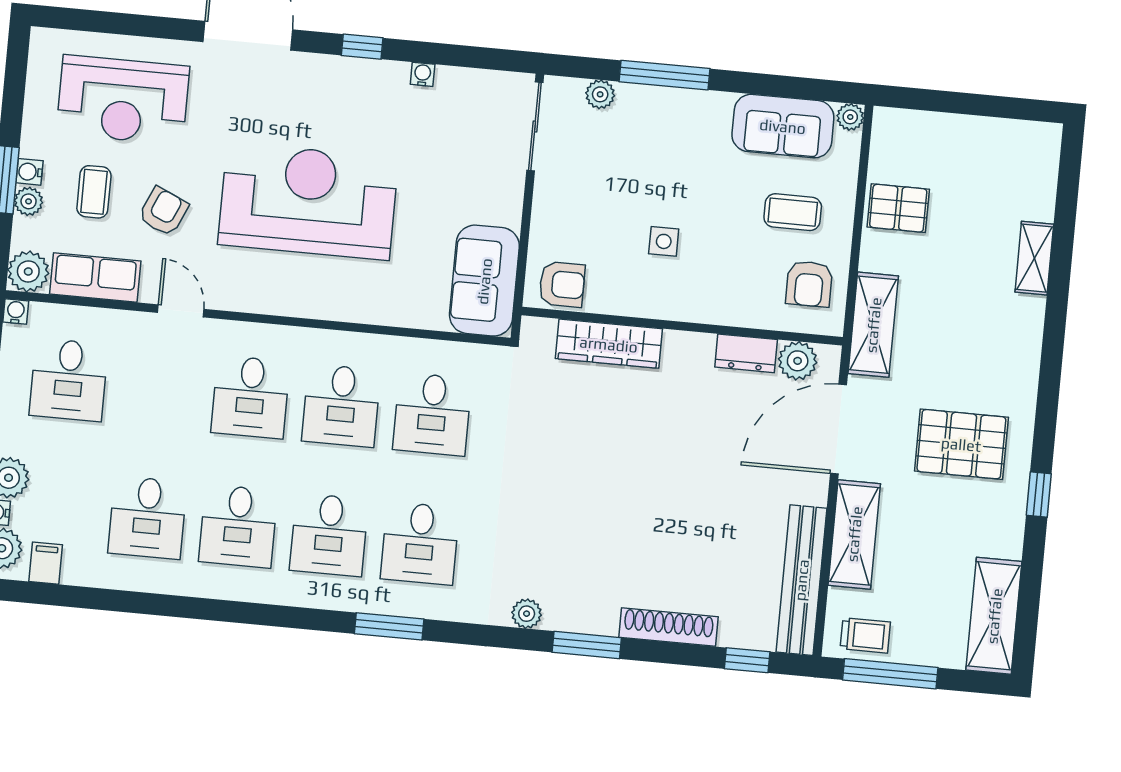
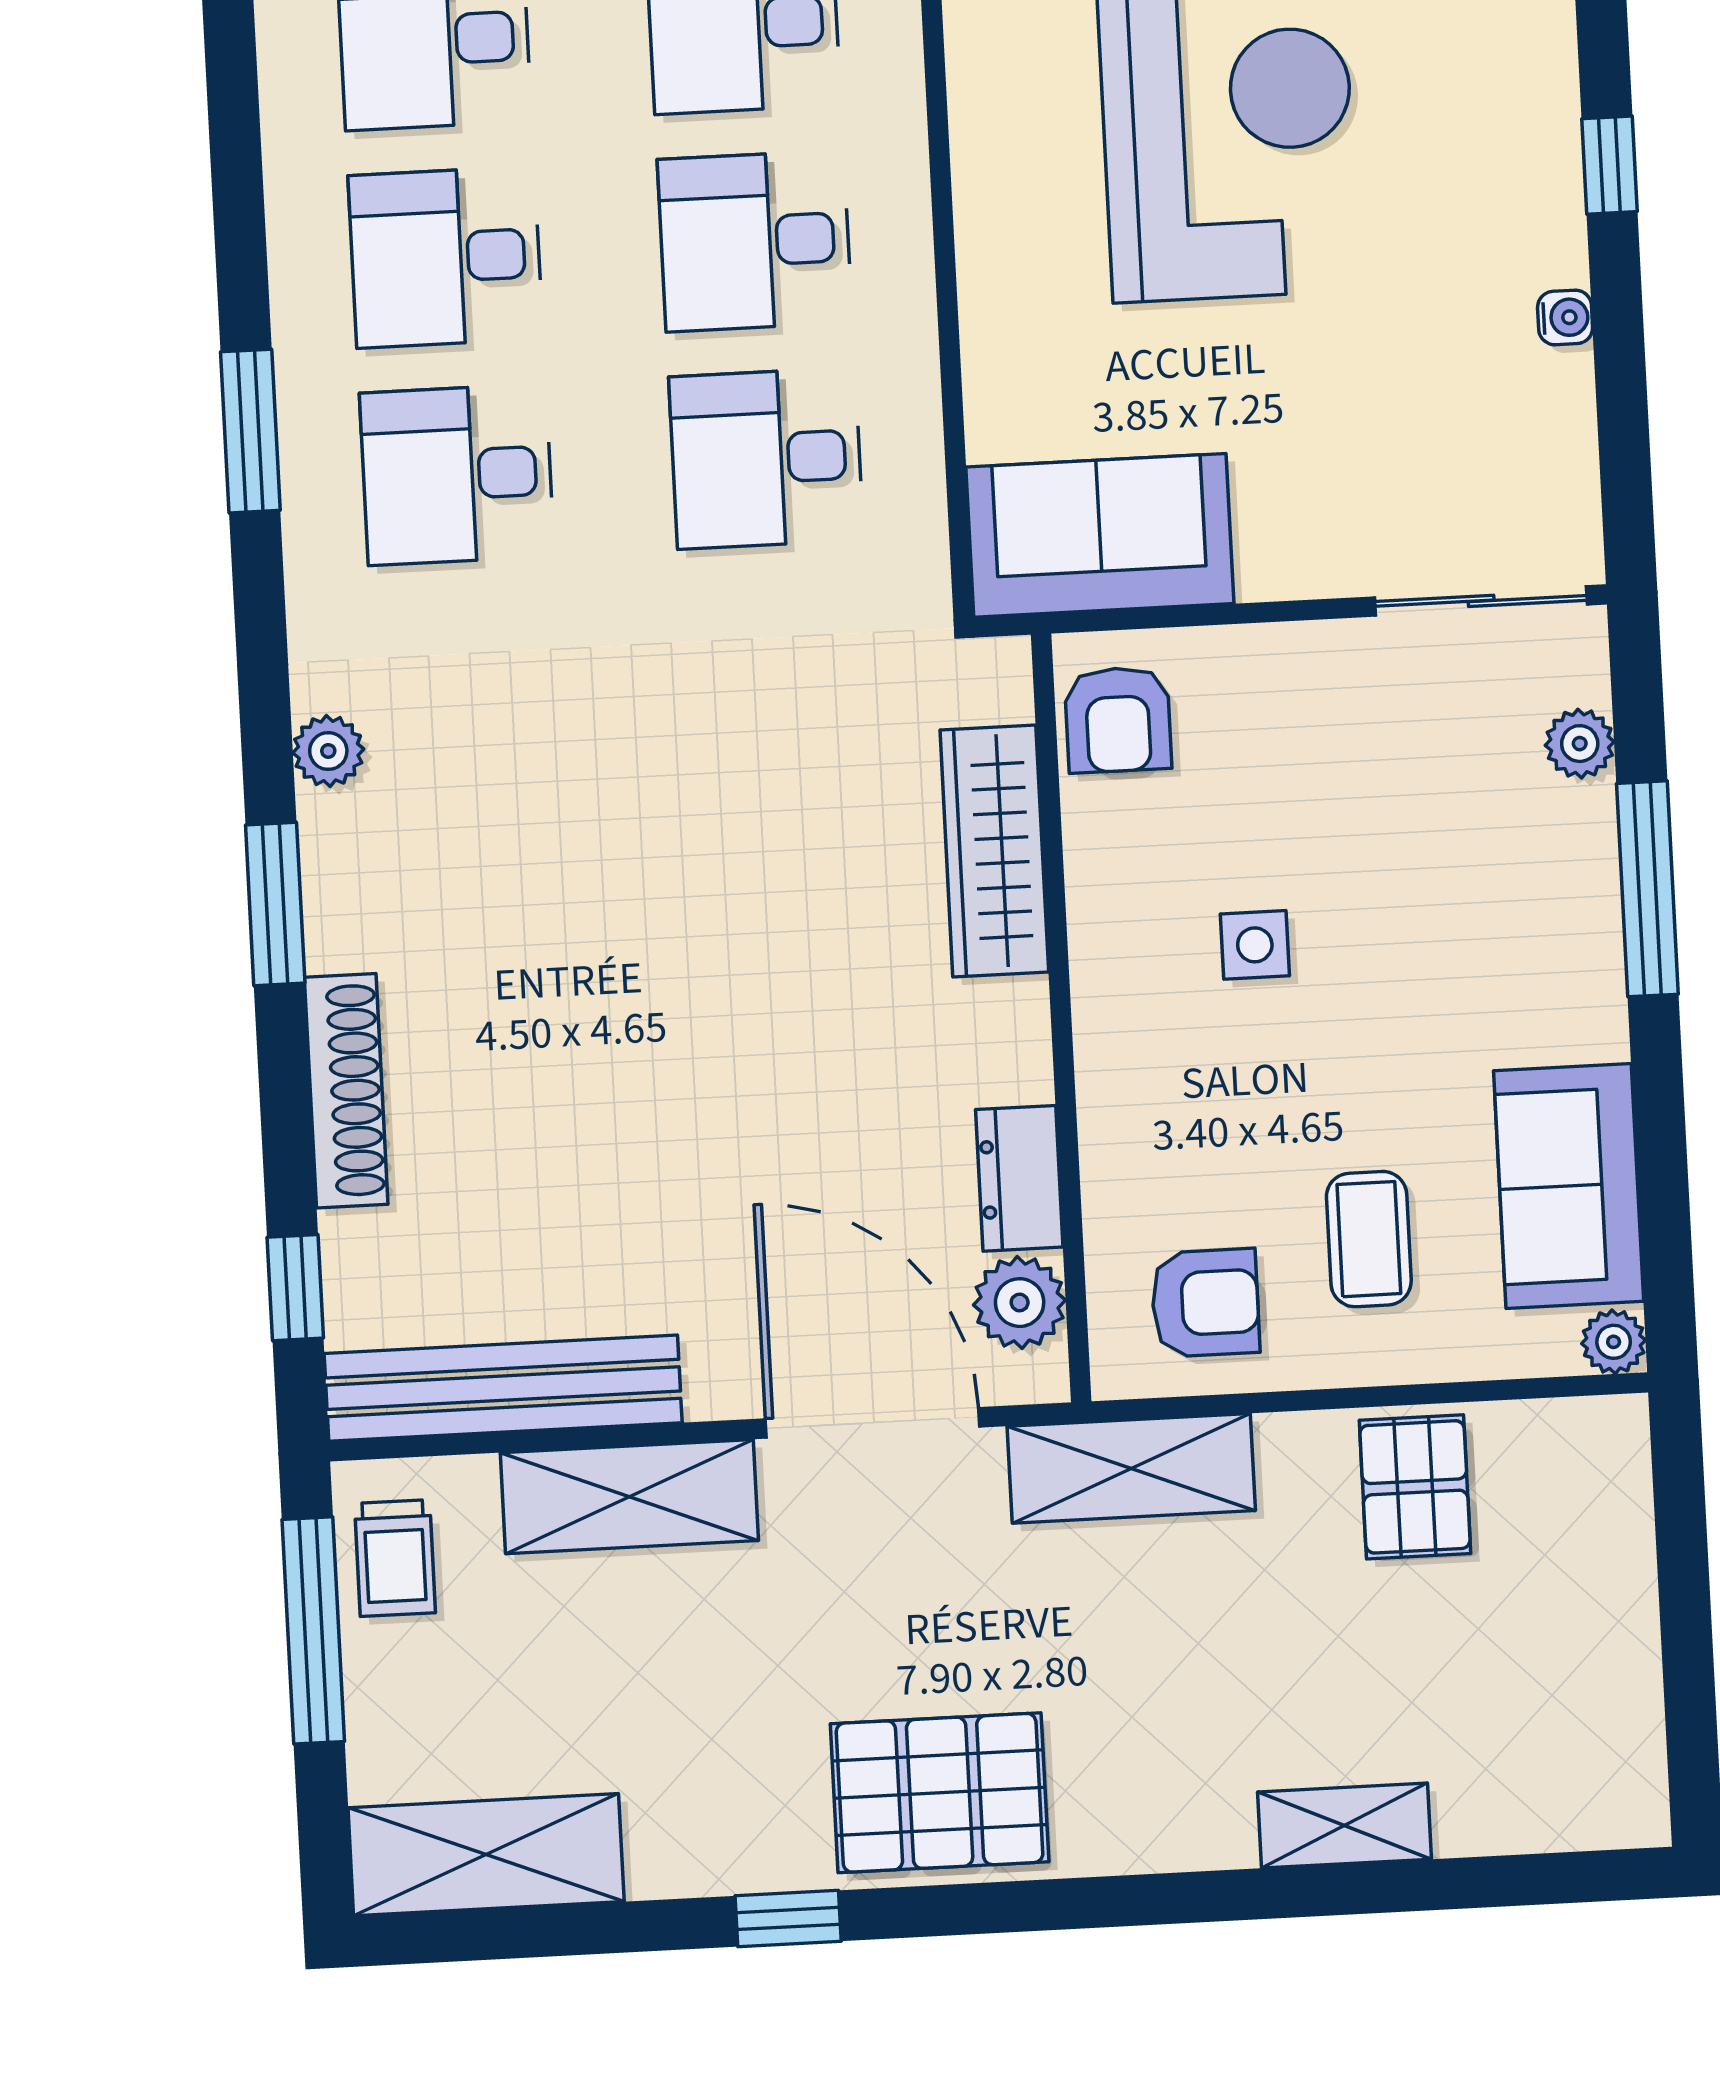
armchair: (809, 284) -> (1205, 1303), turned 180
pallet: (961, 444) -> (940, 1793), moved, turned 90

